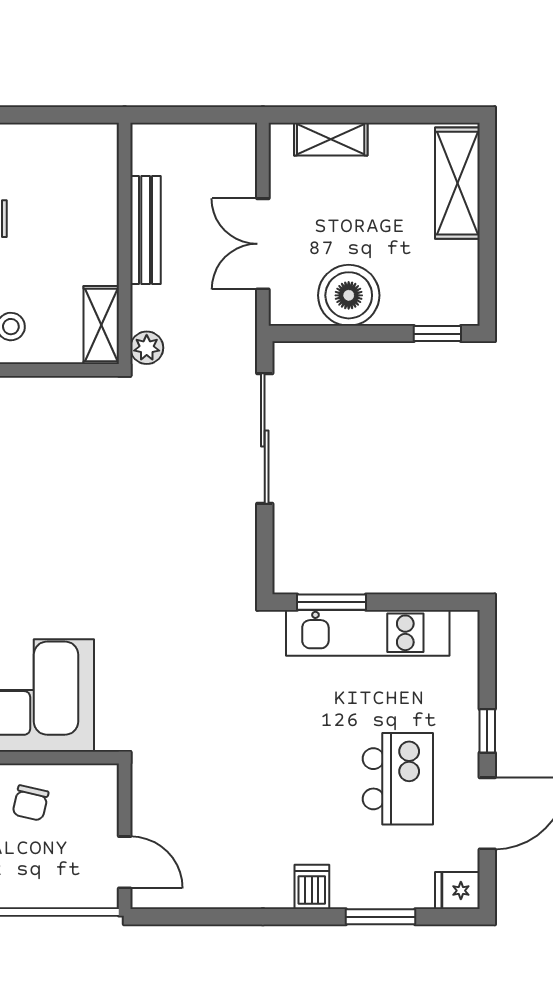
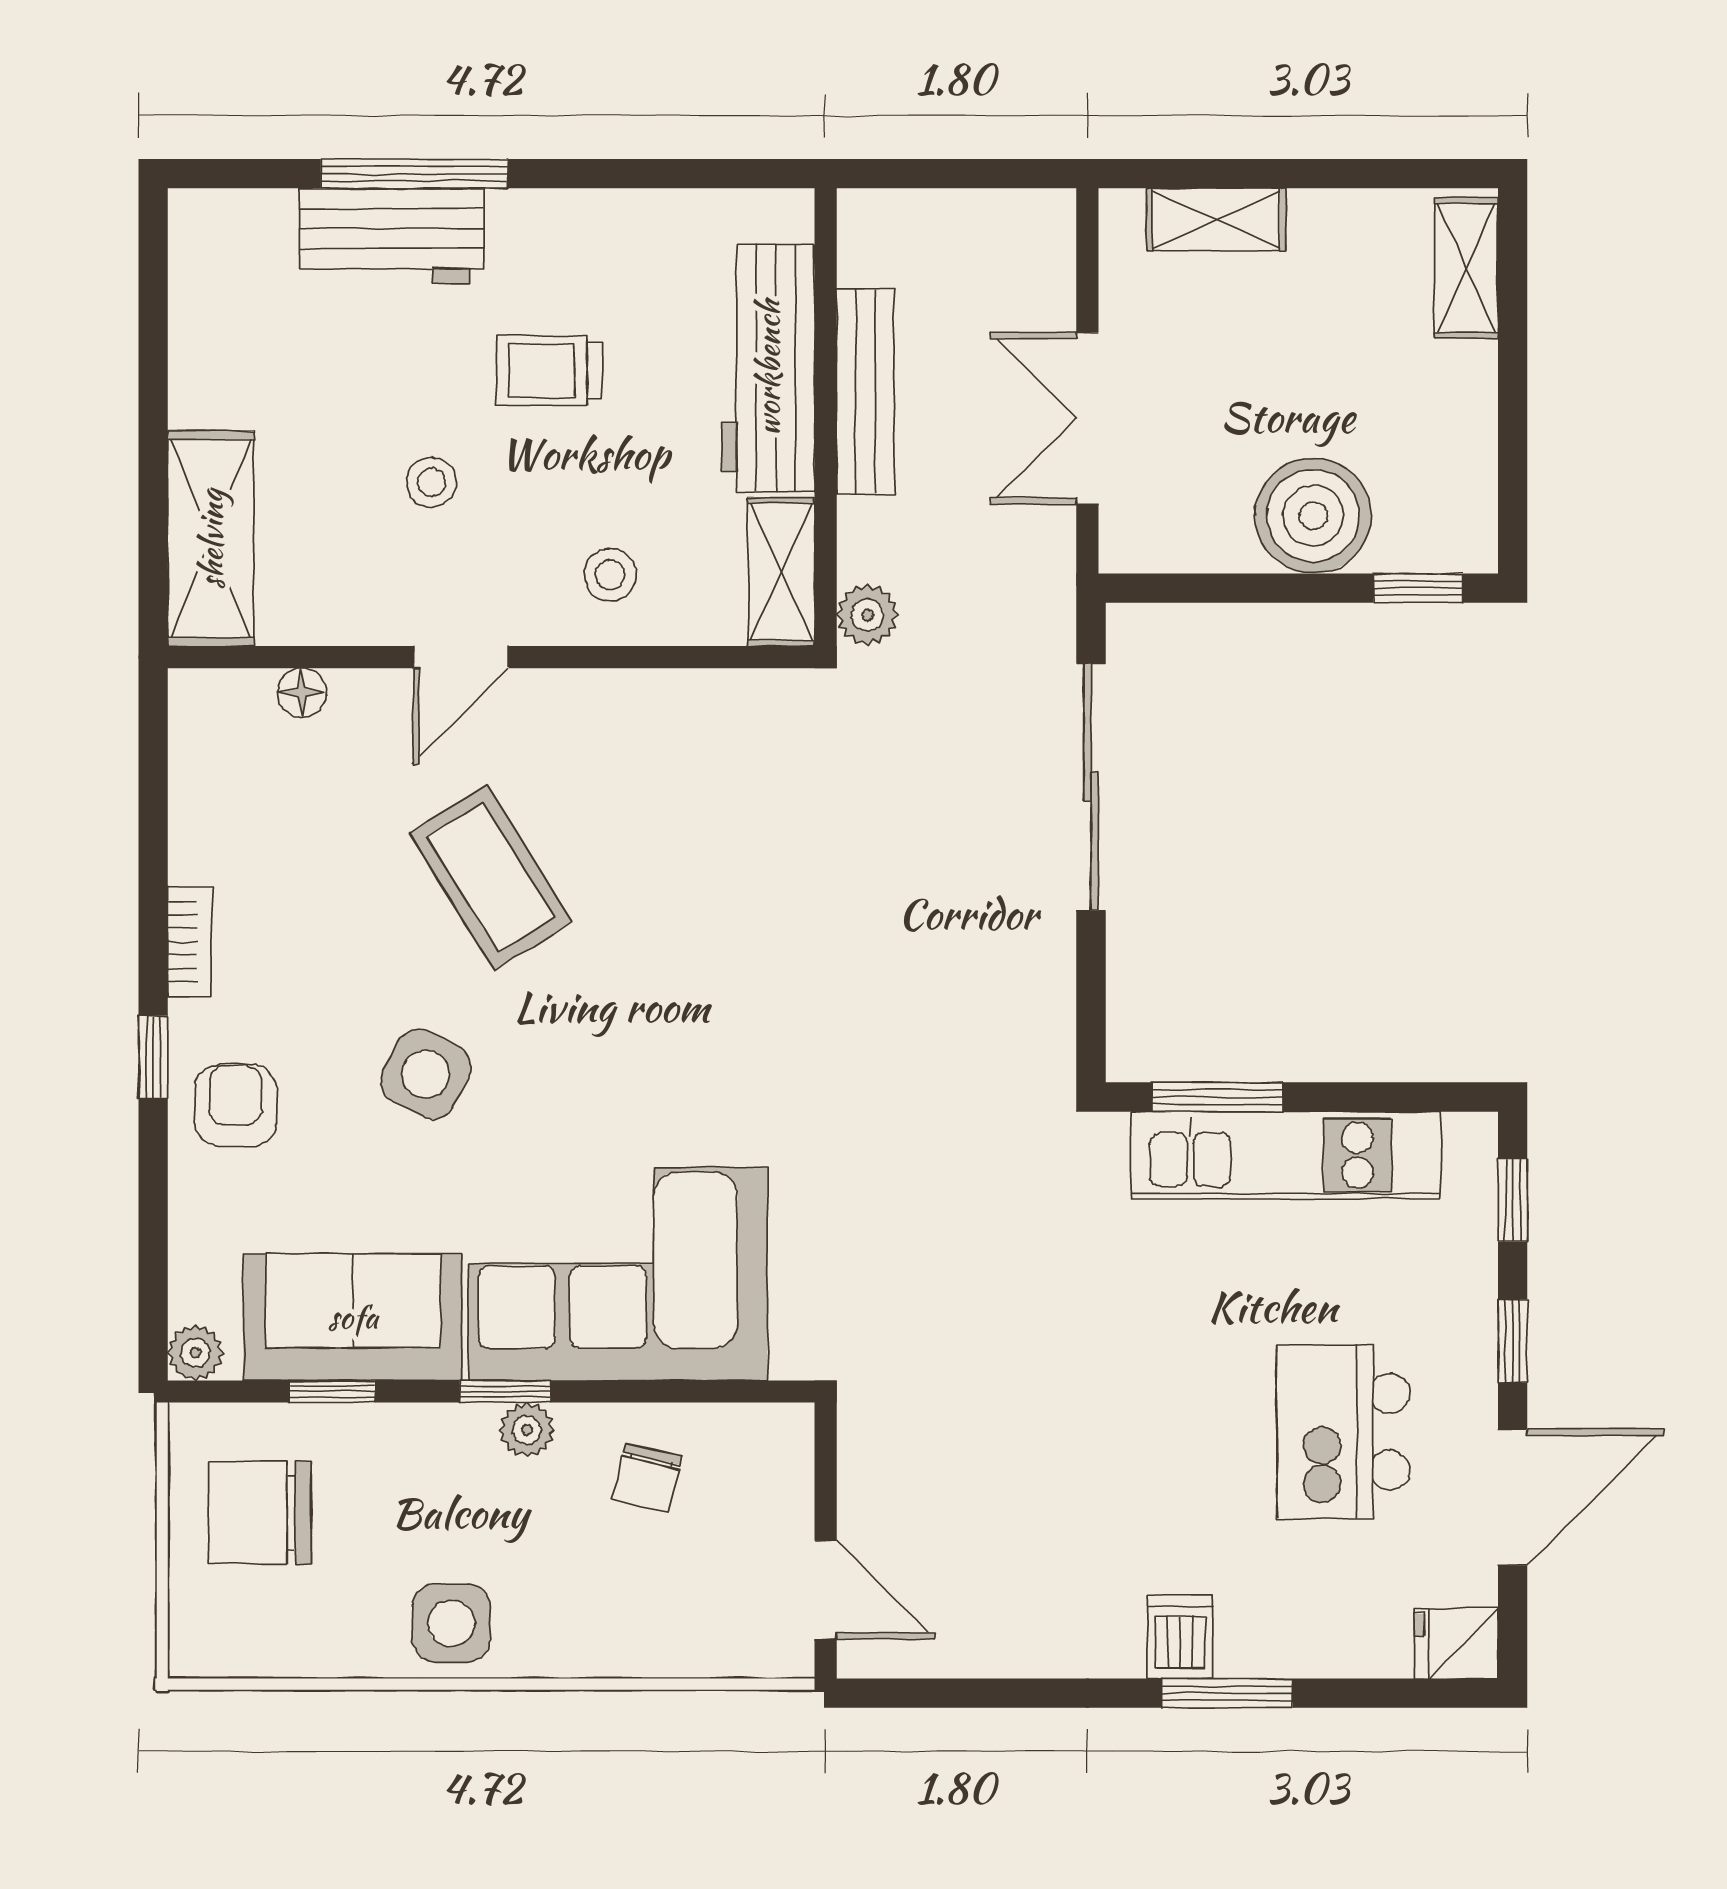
shelving: (457, 183) -> (1466, 268), width x0.67, depth x0.75
workbench: (94, 217) -> (768, 368), added
boiler: (349, 295) -> (1313, 516), moved
window: (487, 656) -> (1513, 1200), added
kitchen island: (398, 779) -> (1343, 1432), turned 180
window: (380, 917) -> (1227, 1693), moved

